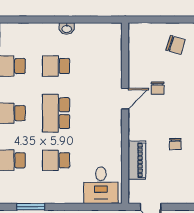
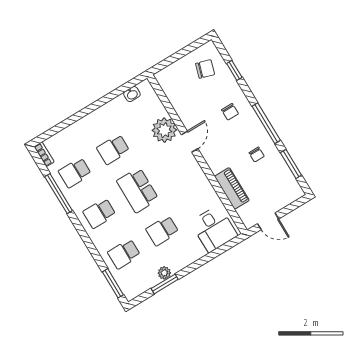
washbasin: (67, 29) -> (132, 94), moved
plant: (110, 76) -> (164, 130), added
chair: (158, 88) -> (230, 112), moved
plant: (36, 197) -> (164, 273), added

